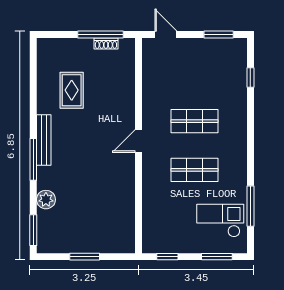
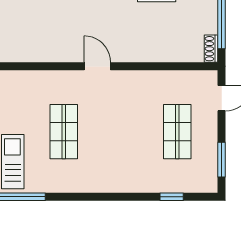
shoe rack: (106, 43) -> (211, 49), moved
shop shelf: (194, 121) -> (177, 132), moved

